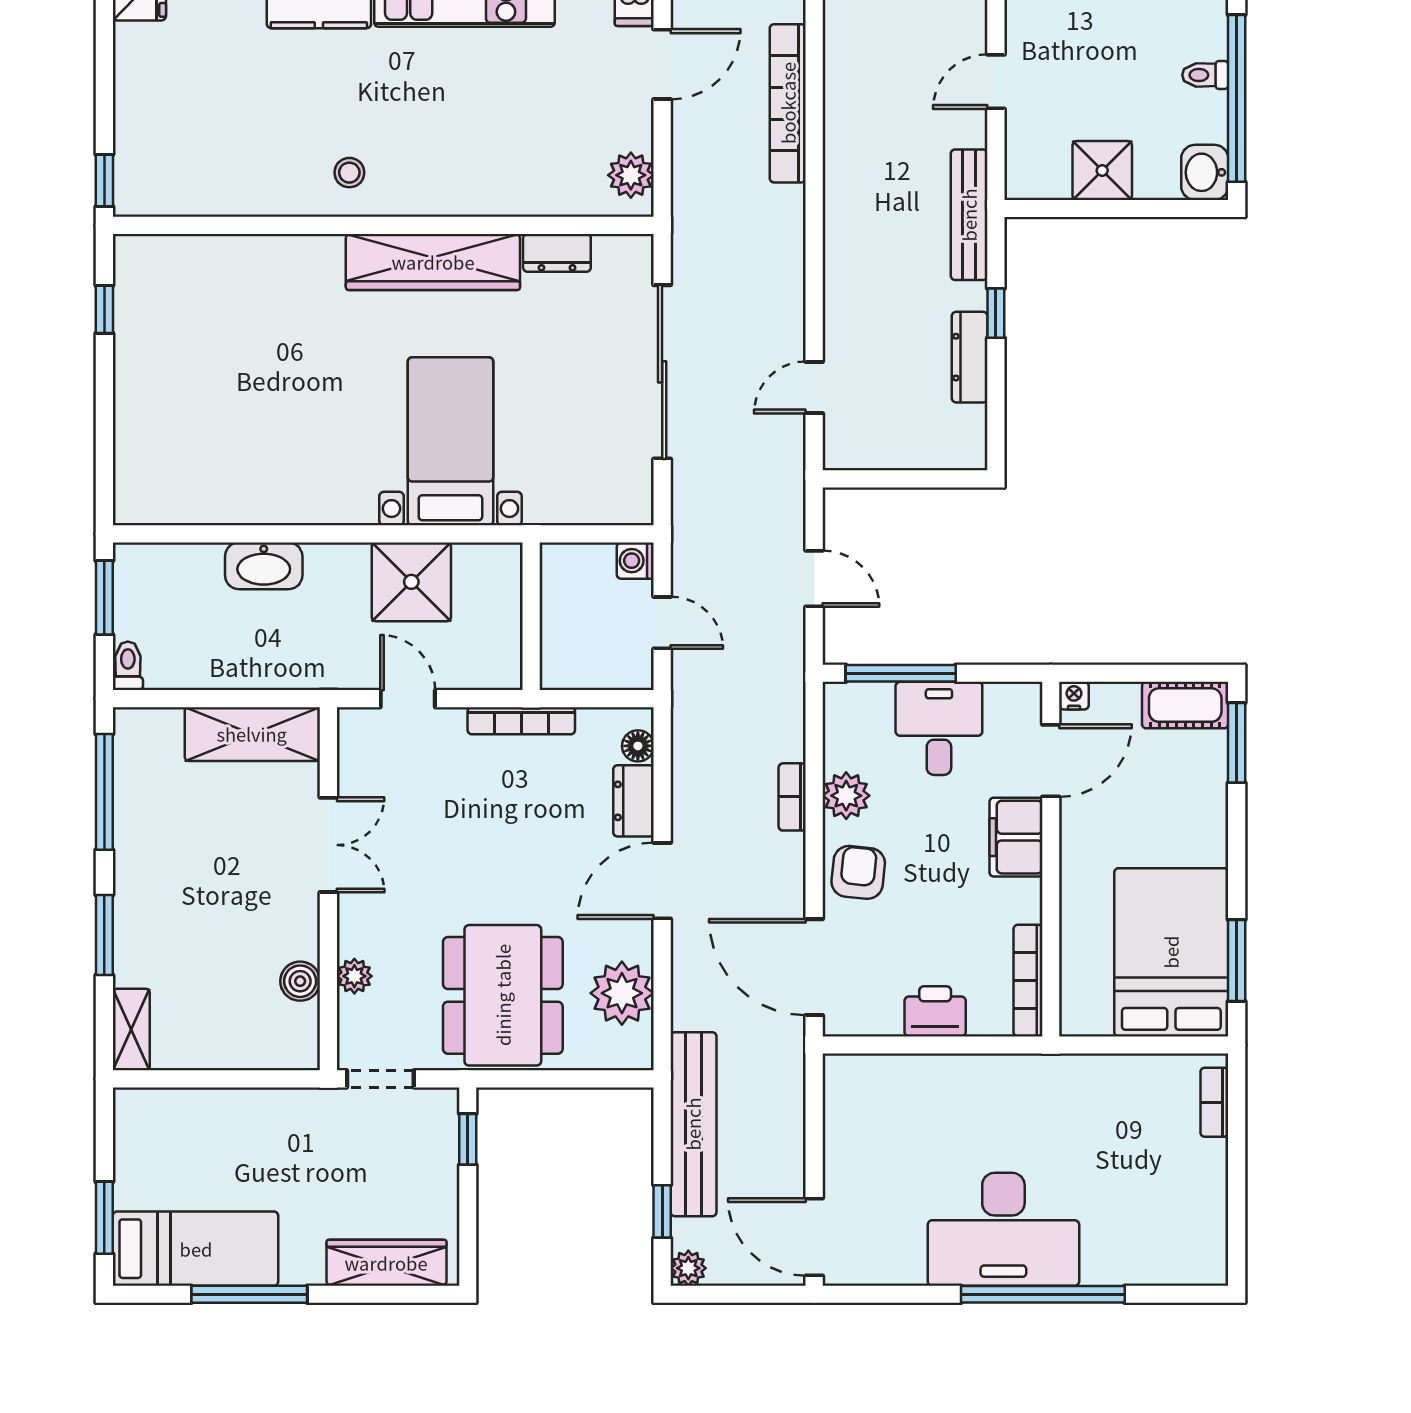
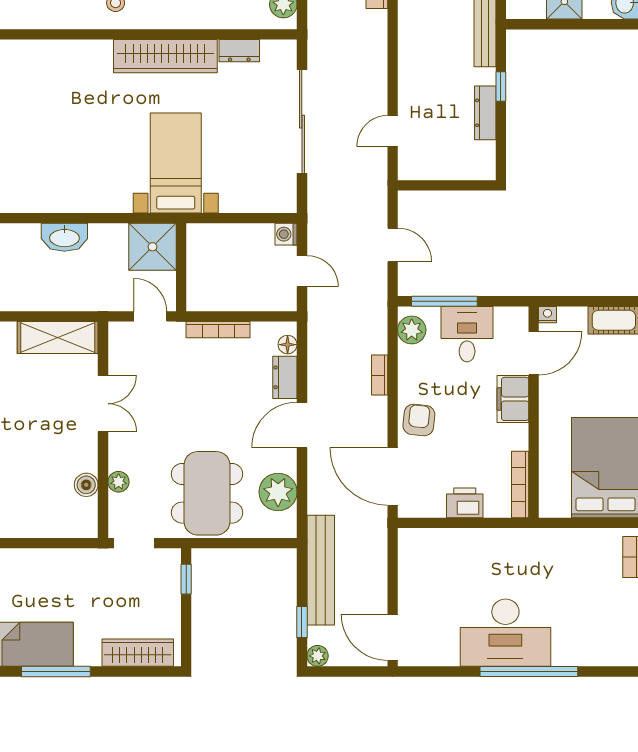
wall: (531, 616) -> (181, 267), moved
plant: (846, 796) -> (412, 330), moved

